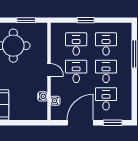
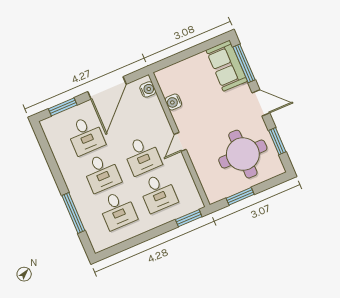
window: (86, 20) -> (189, 218), moved
door: (49, 70) -> (180, 142), hinge flipped
water cooler: (55, 101) -> (148, 89), moved

